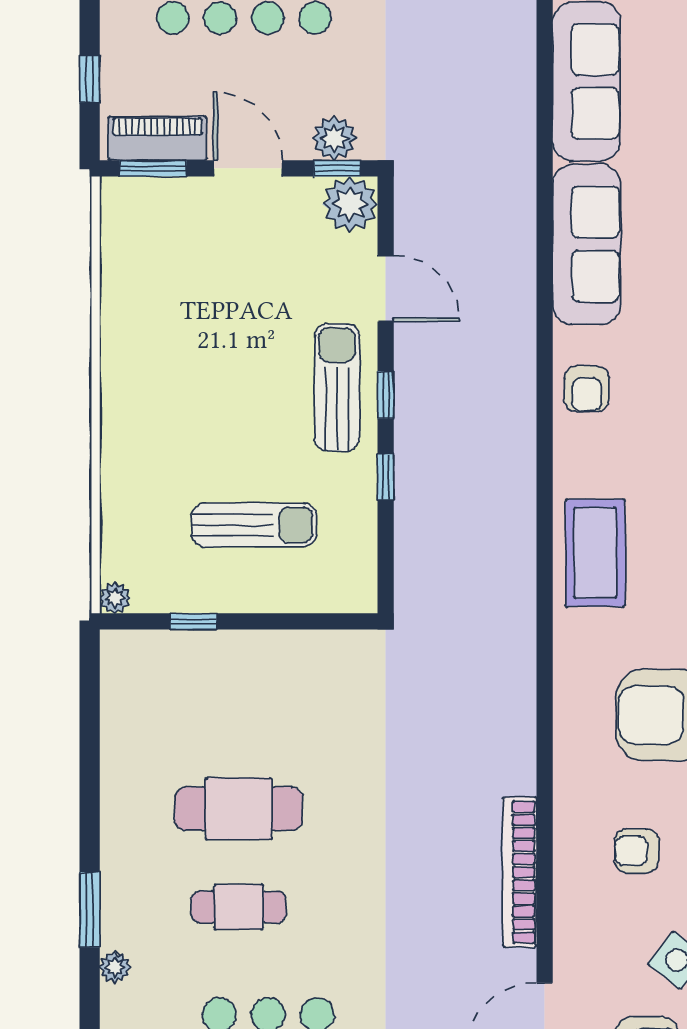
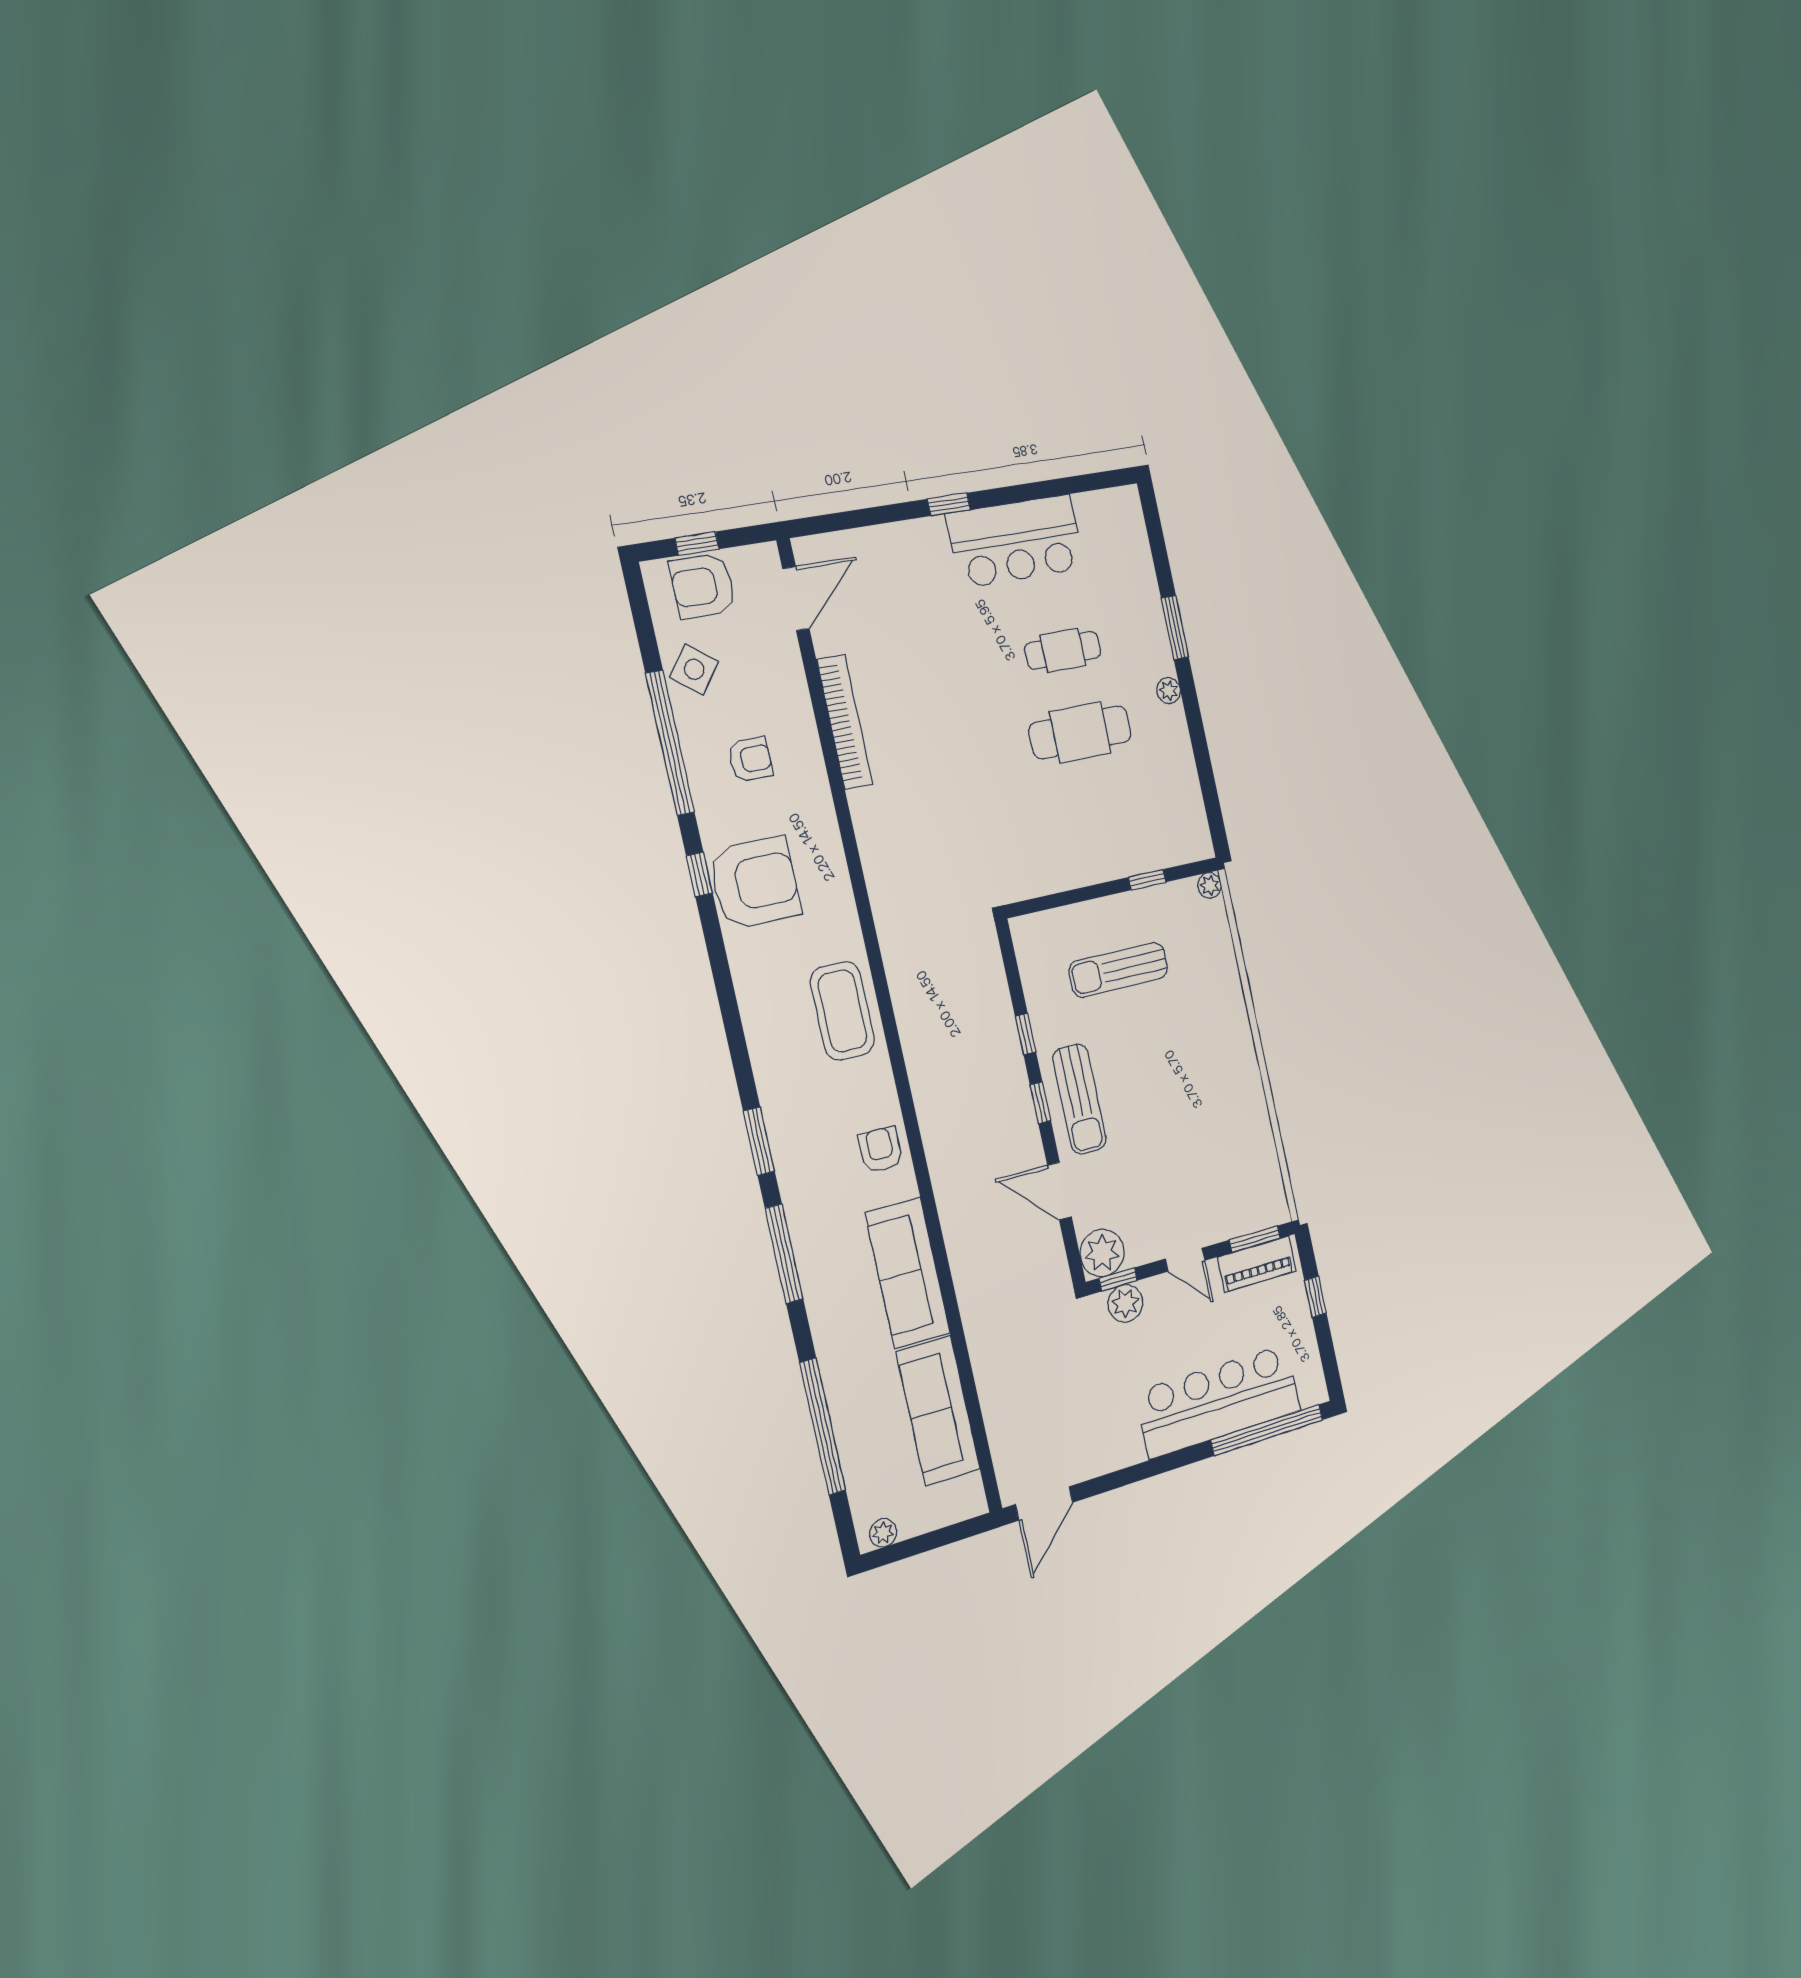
door: (248, 168) -> (1185, 1260), width x0.73
plant: (115, 967) -> (1169, 691), moved

